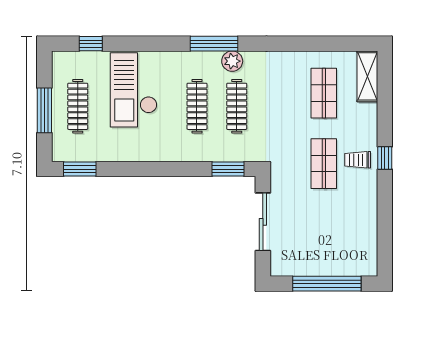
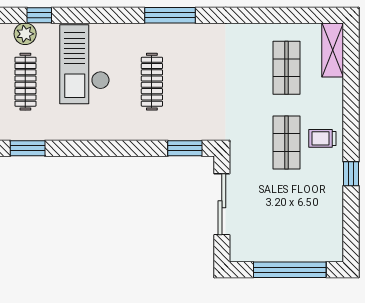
plant: (232, 61) -> (25, 34), moved
clothes rail: (237, 106) -> (194, 82), removed
window: (385, 158) -> (351, 174), moved

